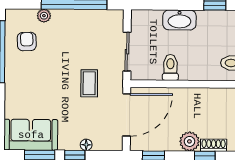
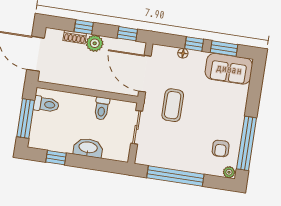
plant: (44, 16) -> (229, 172), moved
coffee table: (89, 83) -> (173, 105), width x1.36, depth x1.30
door: (127, 115) -> (145, 74), hinge flipped

